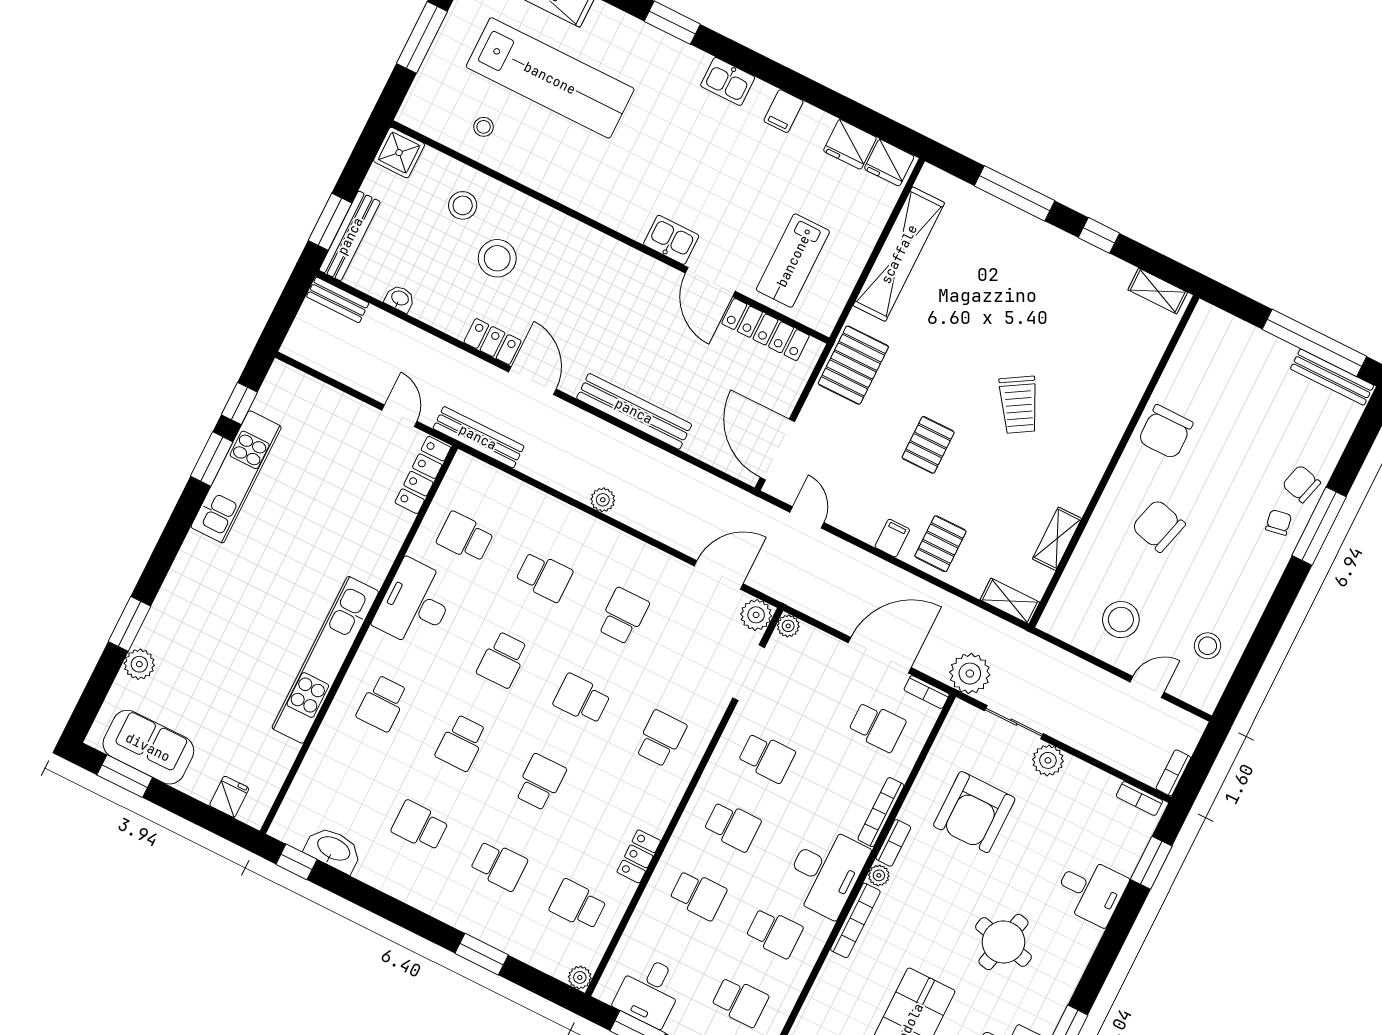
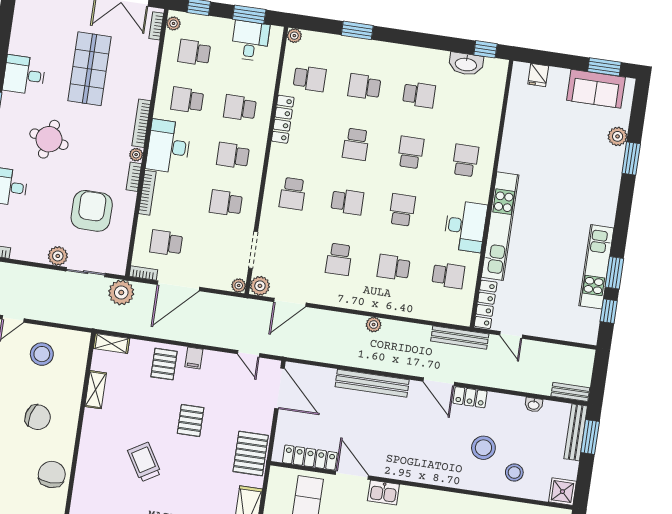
kitchen unit: (325, 660) -> (500, 226), moved
locker: (639, 856) -> (283, 119), width x1.53

